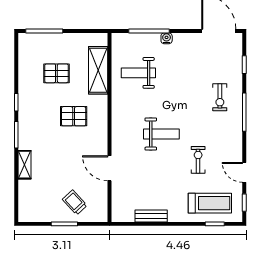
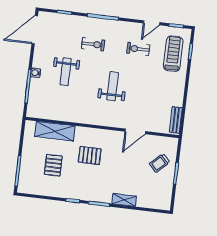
weight bench: (138, 73) -> (66, 72), moved
exercise bike: (220, 97) -> (93, 44), moved
pallet: (74, 116) -> (90, 155), turned 90
exercise bike: (198, 160) -> (138, 49), moved
bench: (151, 216) -> (176, 120), moved

